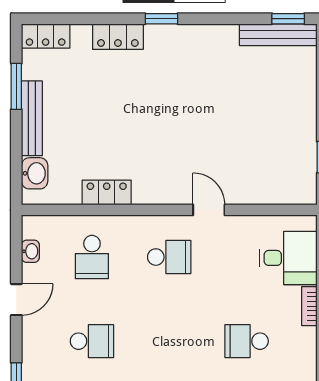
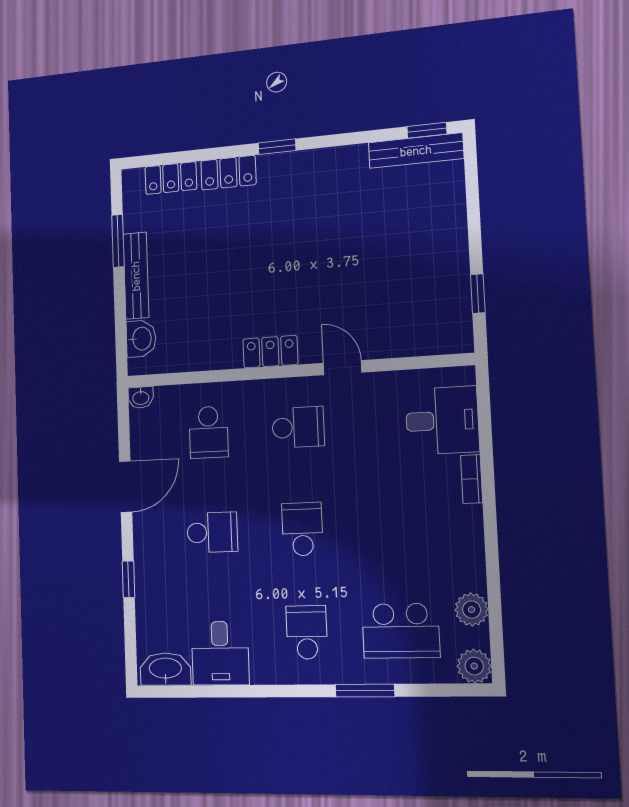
locker: (46, 36) -> (171, 178), moved
locker: (107, 192) -> (270, 352), moved
washbasin: (30, 251) -> (141, 397), moved, turned 90
door: (16, 300) -> (126, 487), width x1.38
school desk: (247, 341) -> (302, 529), moved, turned 90

